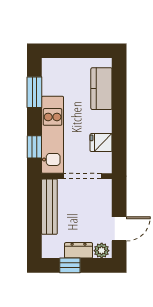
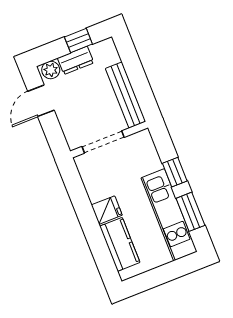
kitchen unit: (53, 135) -> (169, 215), moved
fridge: (101, 143) -> (107, 210), moved
window: (34, 147) -> (175, 172), moved

